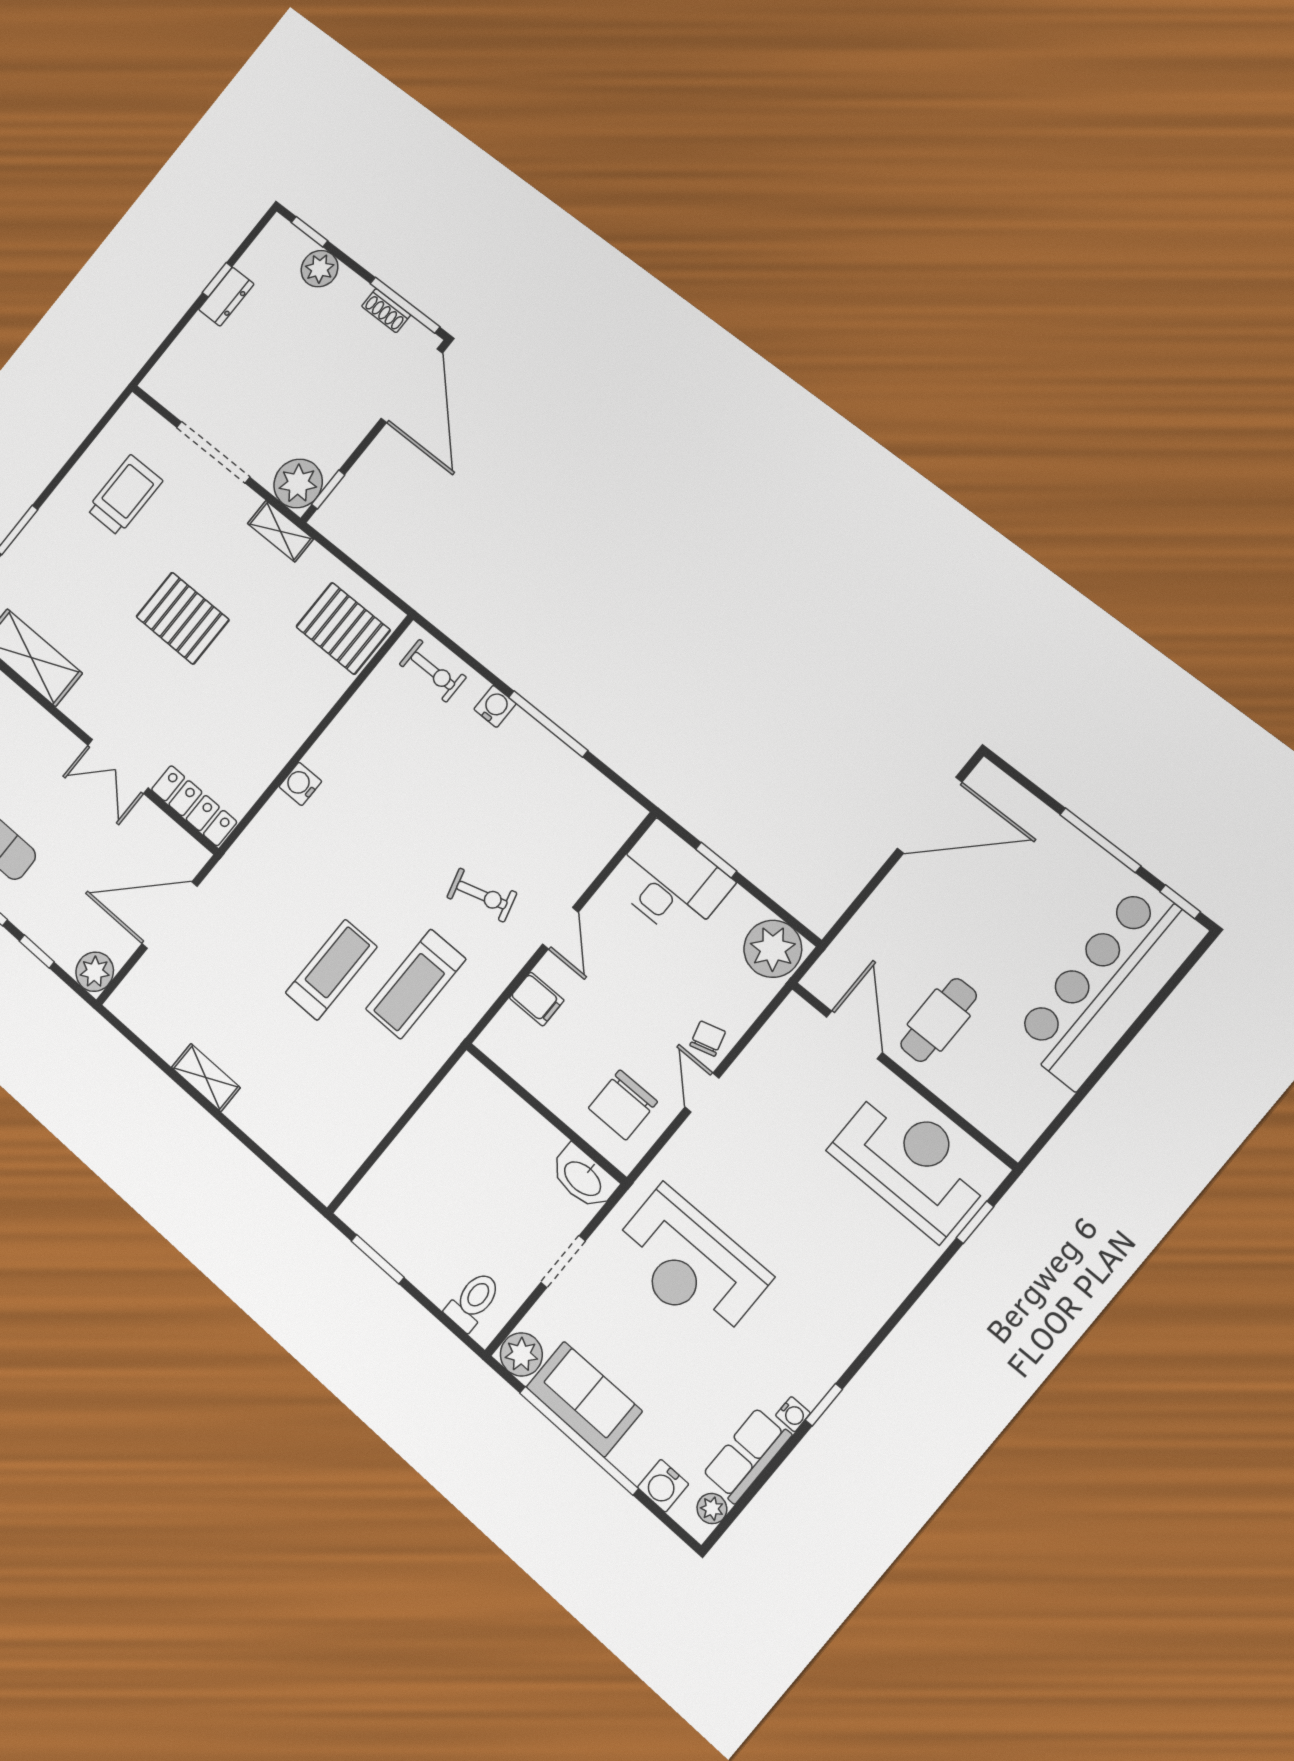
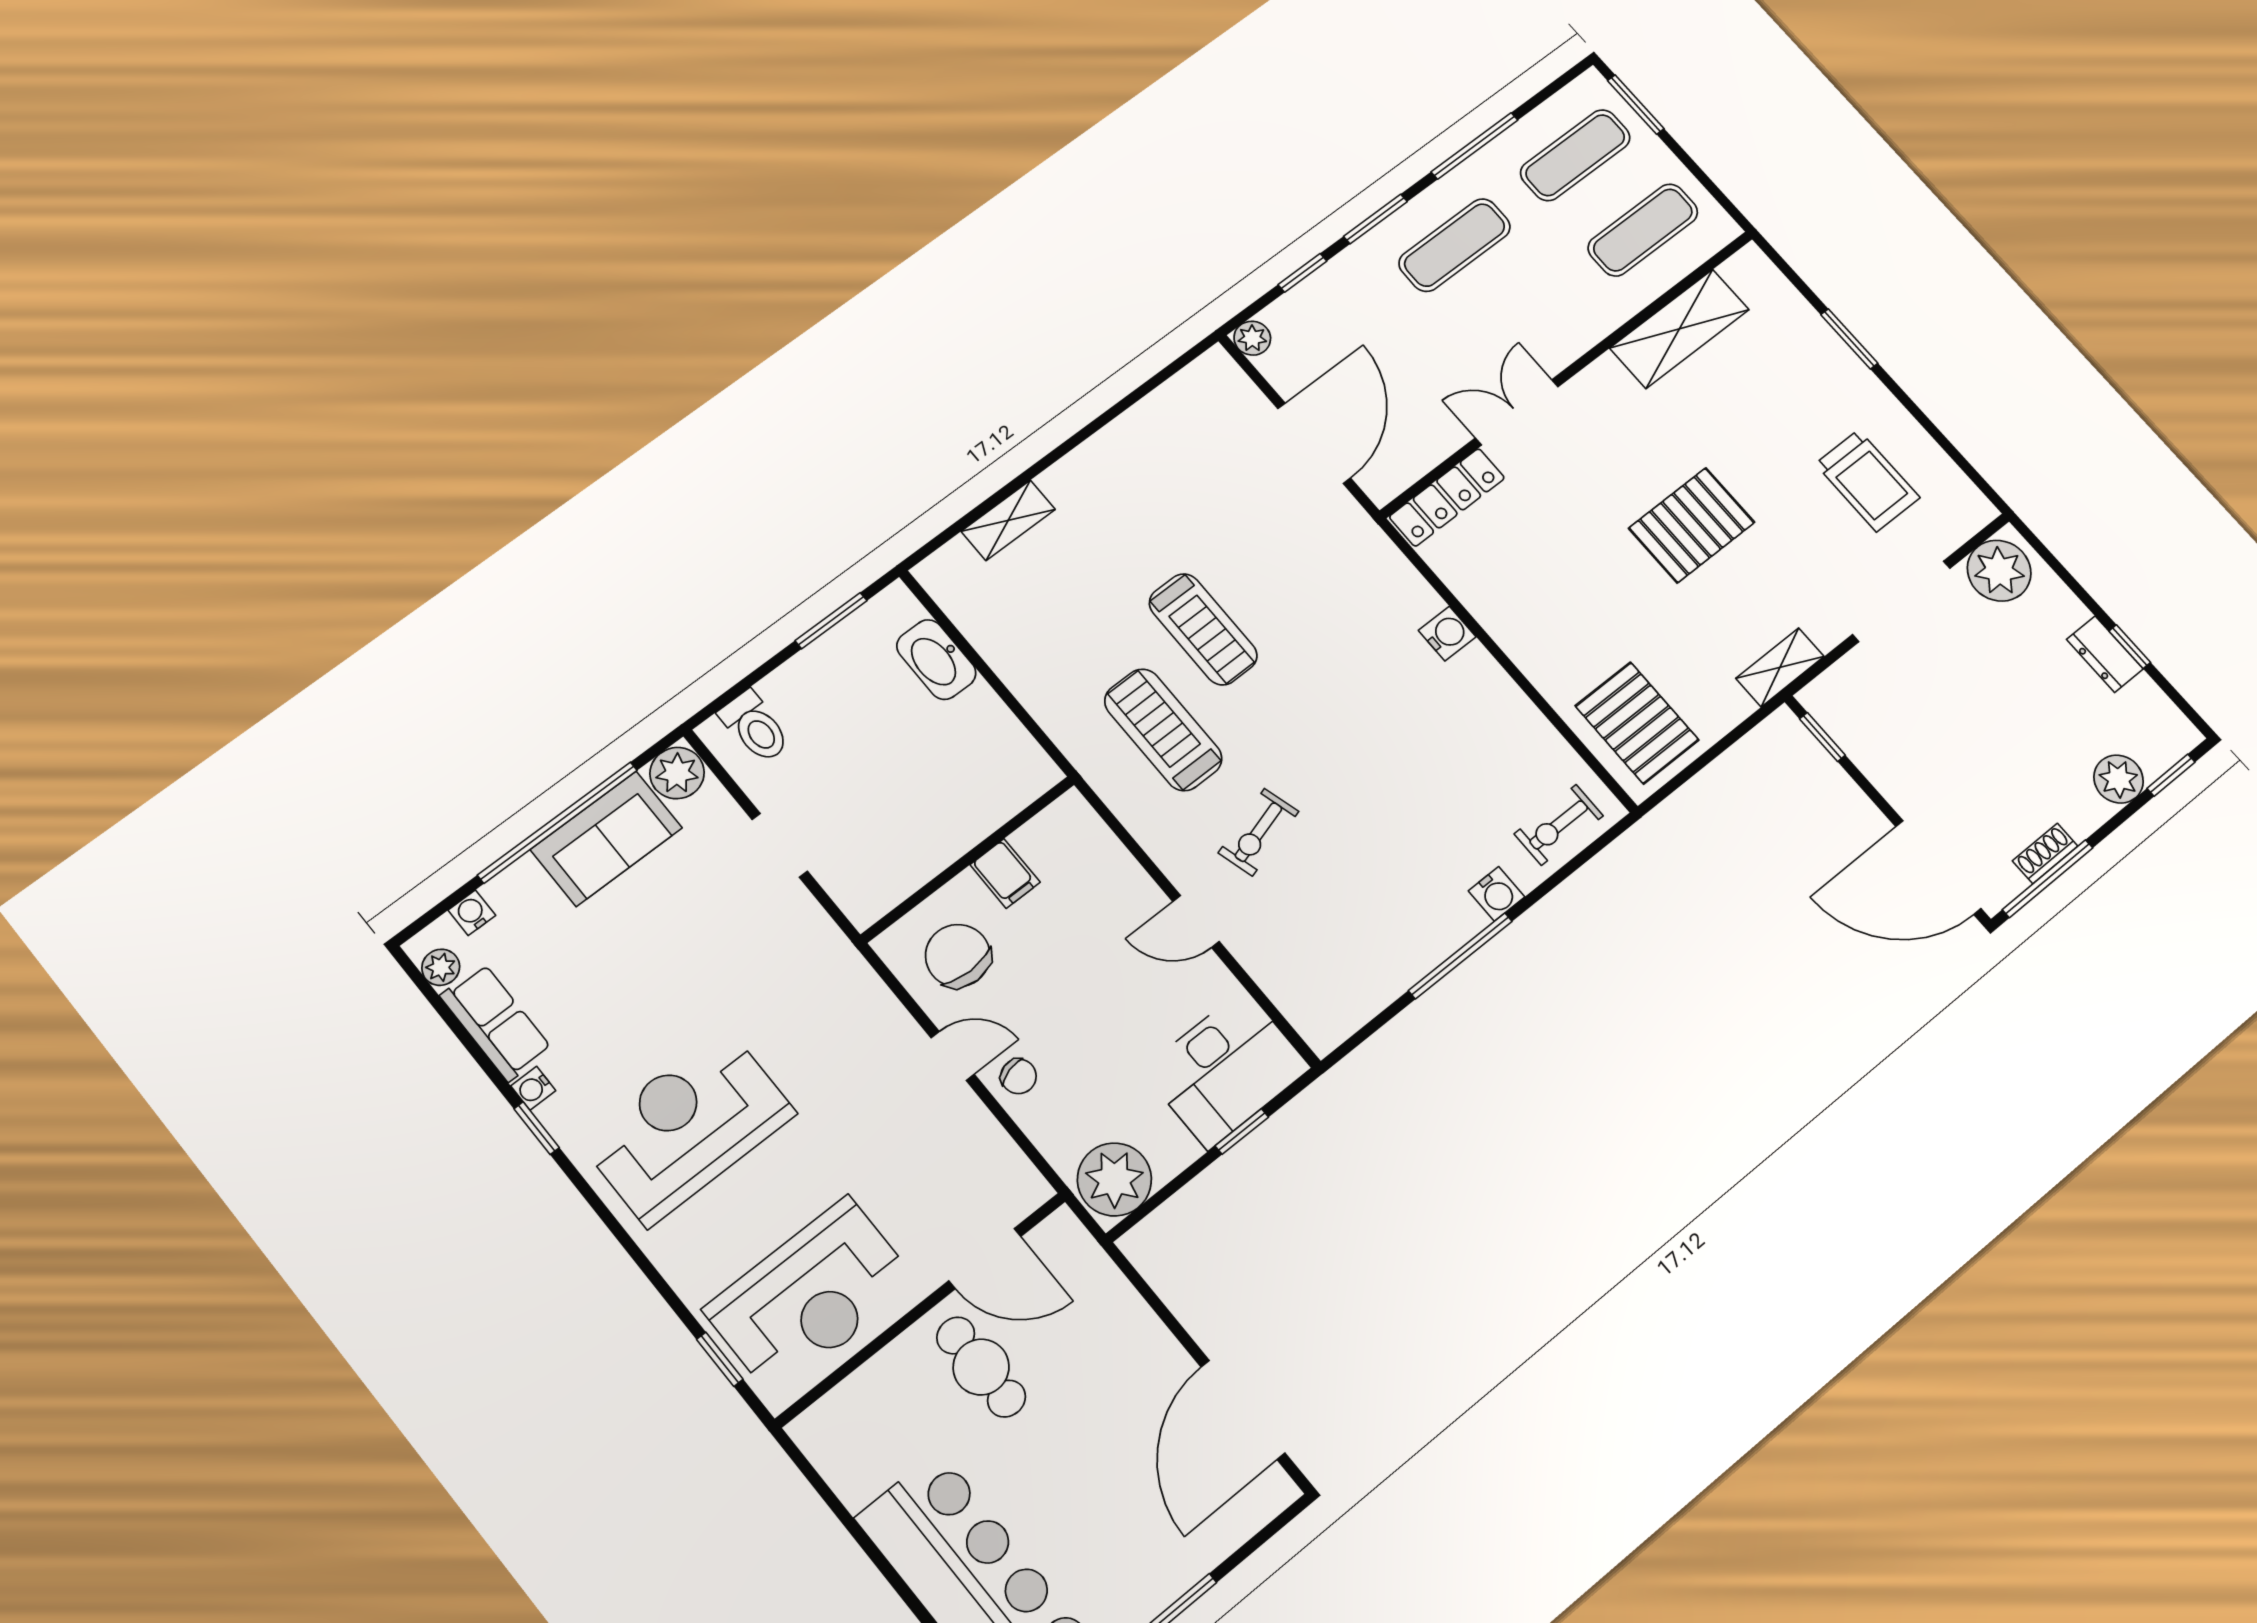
plant: (298, 483) -> (1999, 571), moved
pallet: (343, 628) -> (1637, 723), turned 90
plant: (95, 972) -> (1252, 338), width x0.73, depth x0.73
filing cabinet: (537, 999) -> (1005, 873), moved, turned -90
shelving: (206, 1078) -> (1008, 520), moved
washbasin: (583, 1178) -> (936, 660), moved, turned -90
reception desk: (689, 1264) -> (687, 1126), moved
water cooler: (663, 1486) -> (472, 913), width x0.72, depth x0.72

